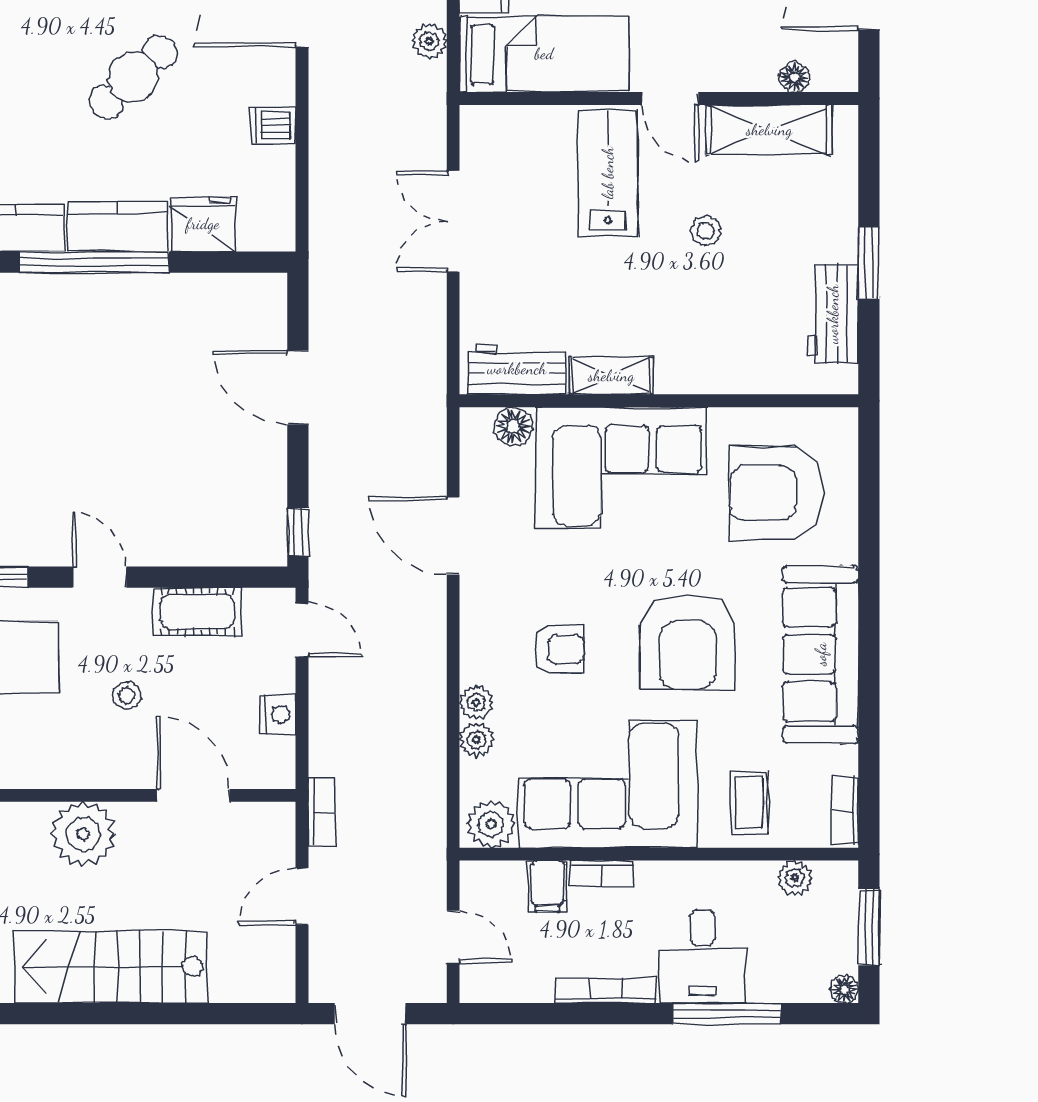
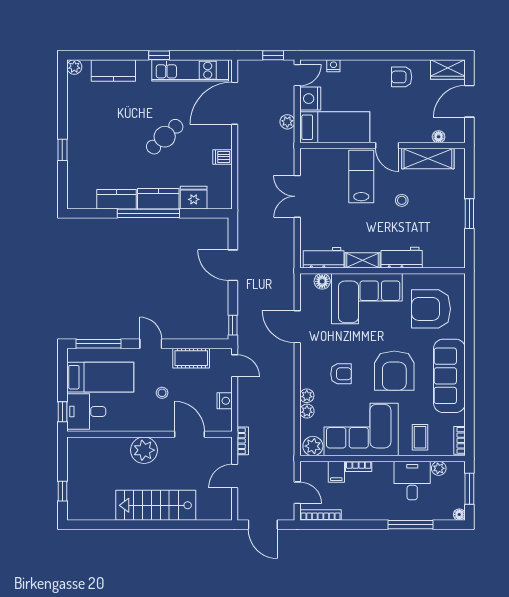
workbench: (833, 314) -> (402, 258), moved, turned 90
desk: (703, 956) -> (412, 481), moved, turned 180
bookcase: (606, 990) -> (320, 515), moved

